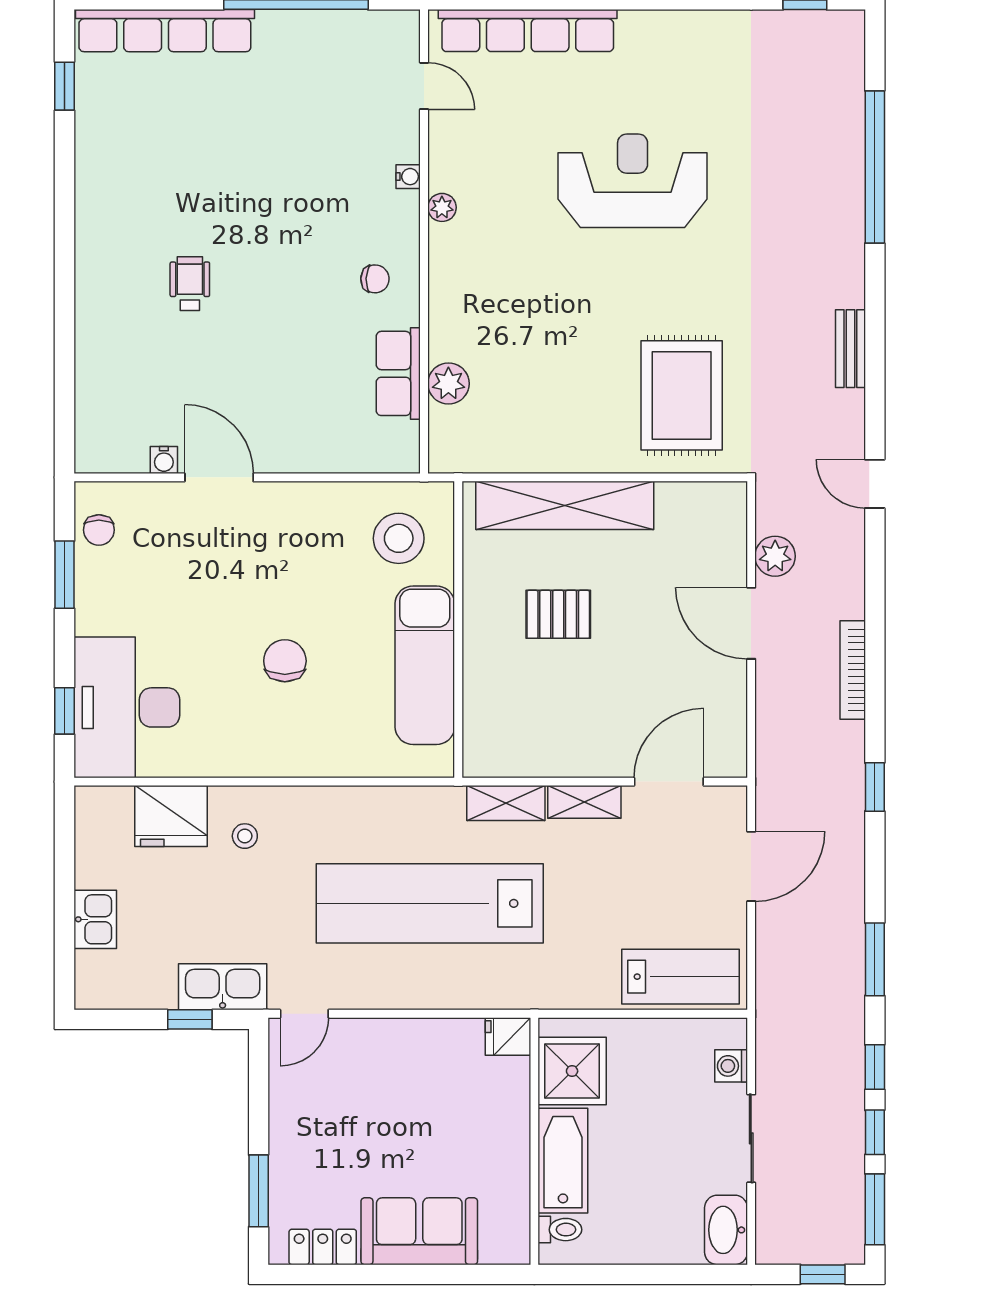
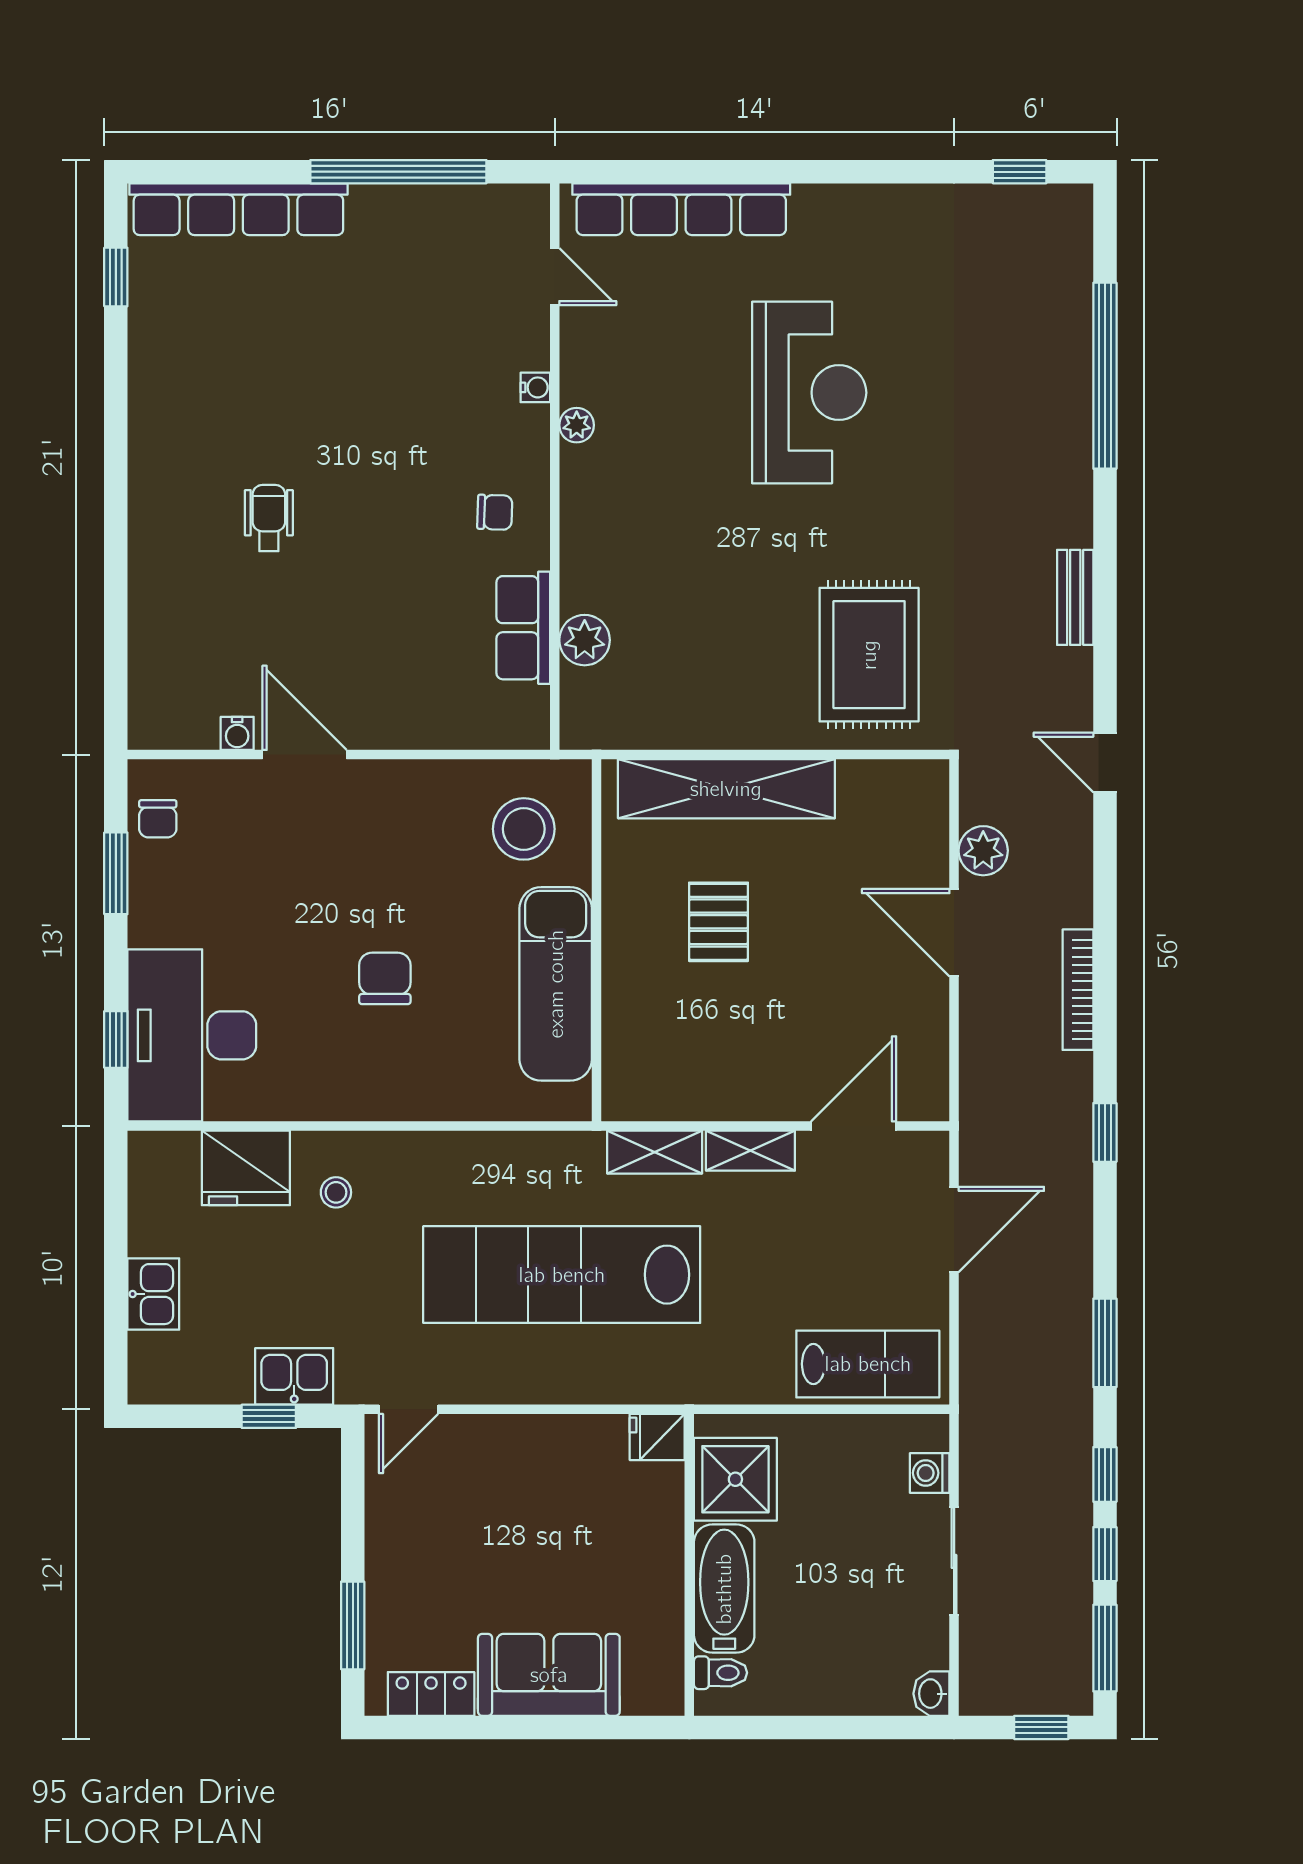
reception desk: (633, 181) -> (809, 393), turned 90
pallet: (558, 614) -> (718, 922), turned 90
kitchen sink: (223, 987) -> (294, 1376), width x0.73
washbasin: (726, 1230) -> (931, 1694), width x0.52, depth x0.69

